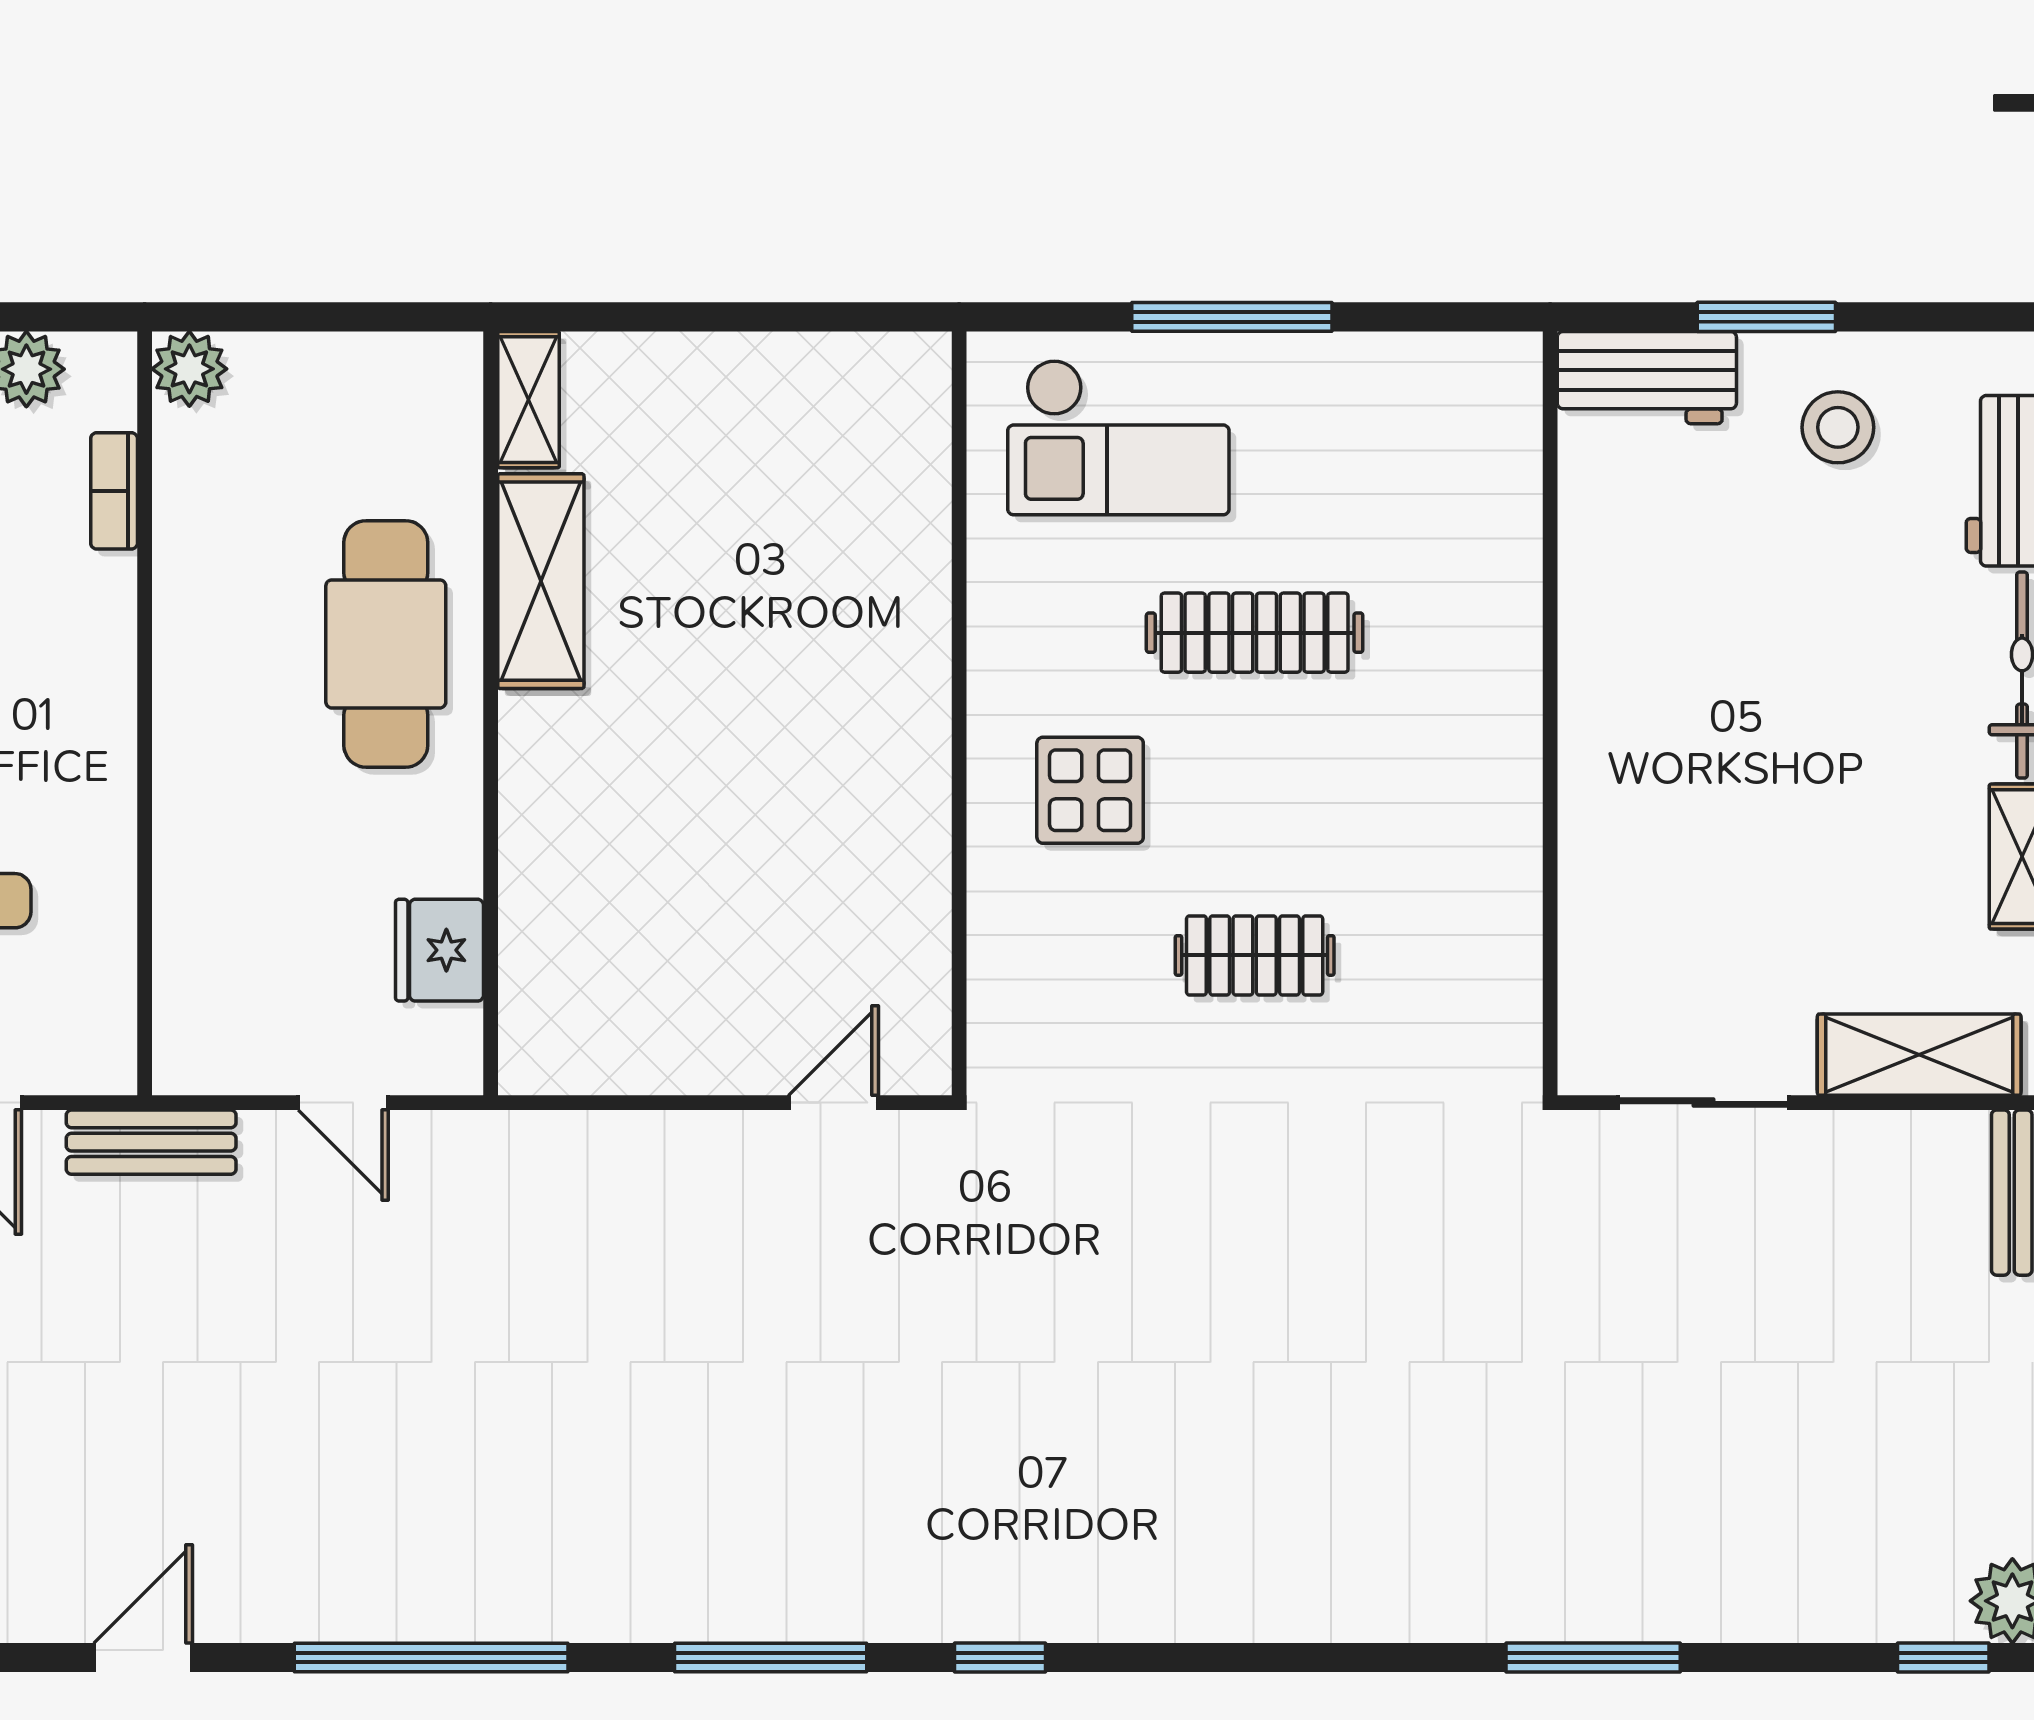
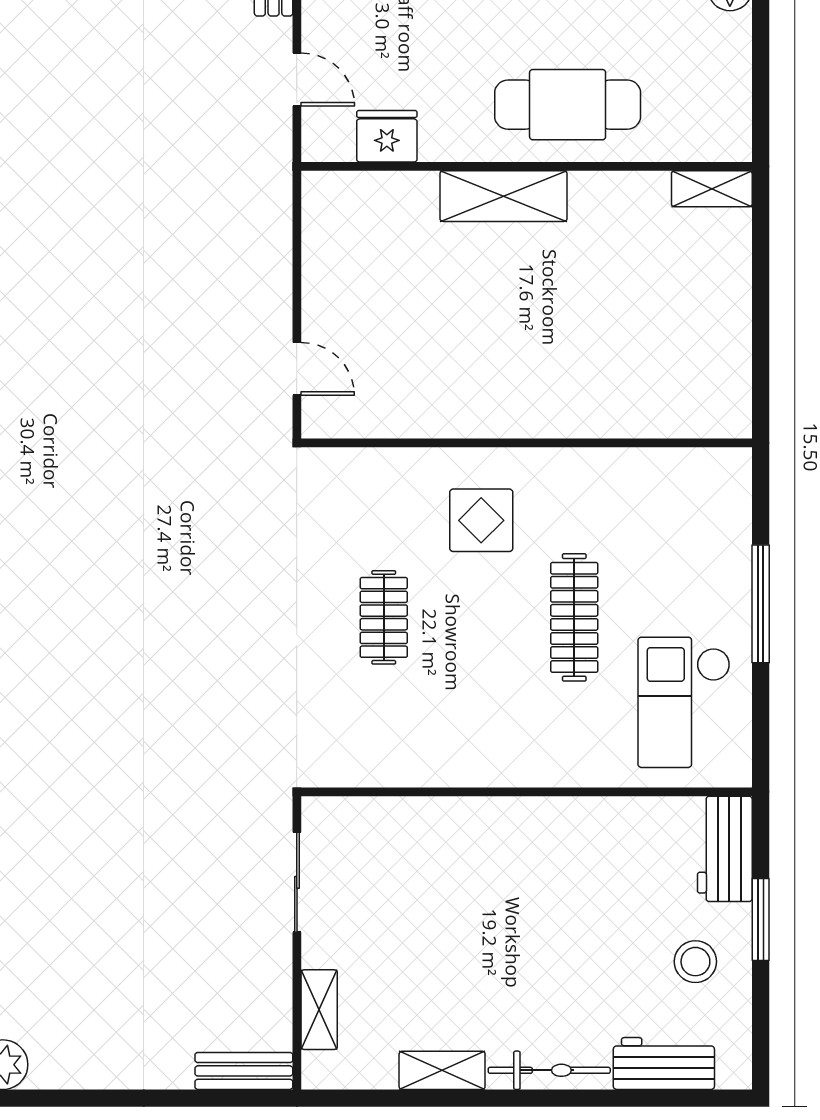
checkout: (1118, 437) -> (684, 702), moved
shelving: (541, 581) -> (504, 196), moved
shelving: (1919, 1055) -> (319, 1010), width x0.67, depth x0.75
door: (343, 1103) -> (297, 80), swing flipped

